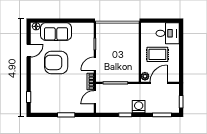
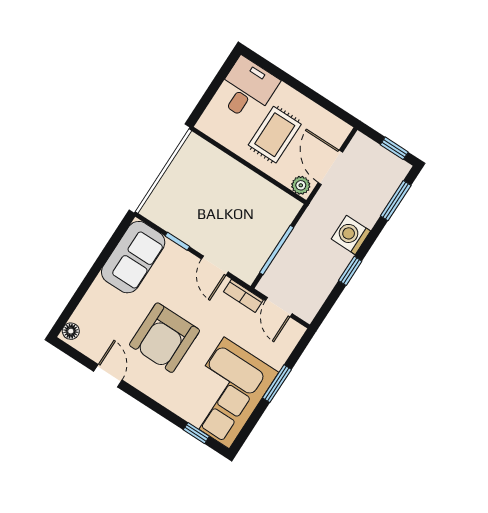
sofa: (56, 32) -> (133, 257), moved
corner sofa: (51, 99) -> (227, 393), added

